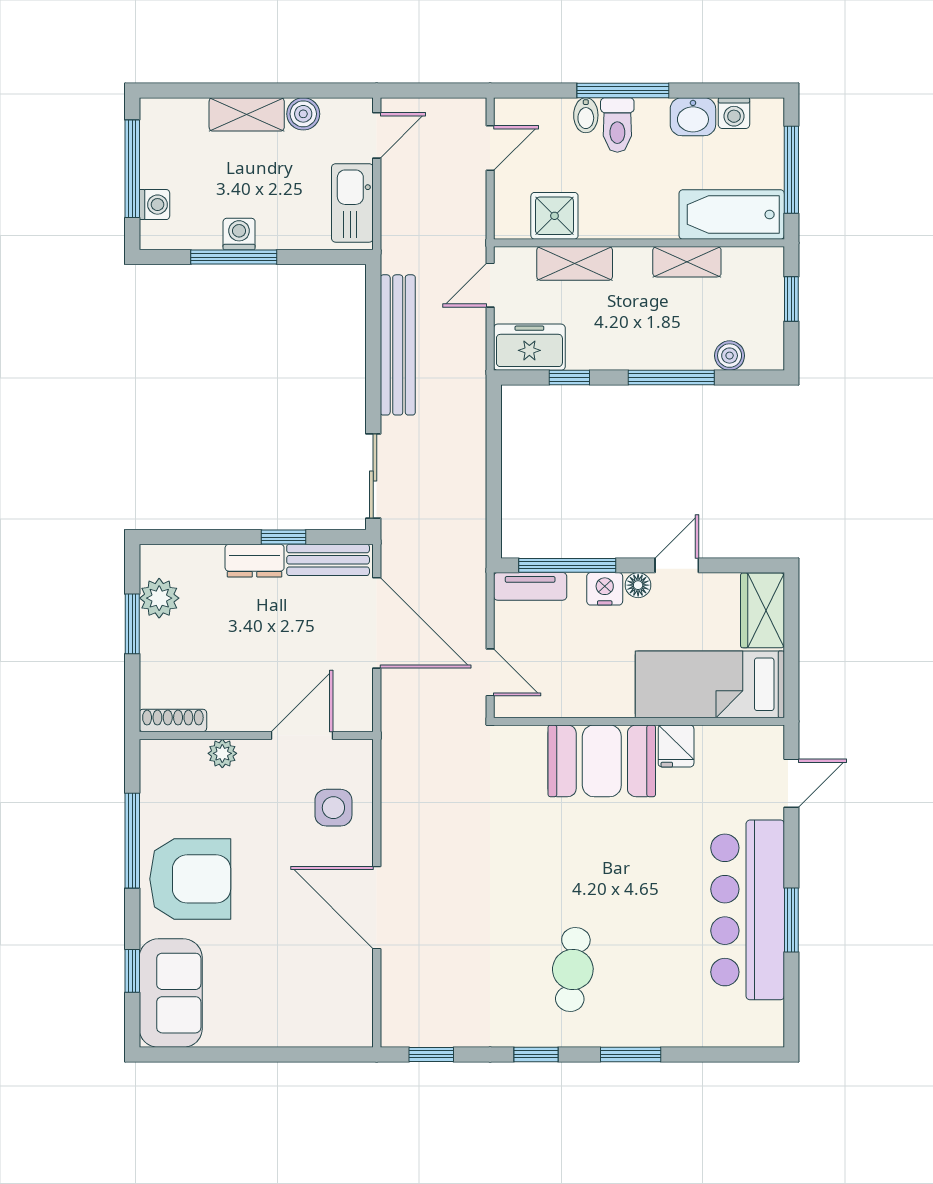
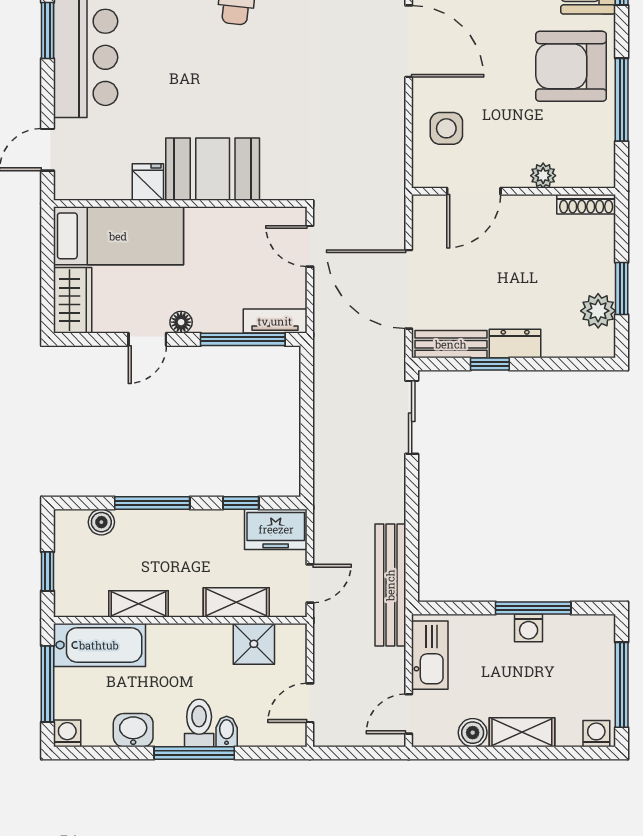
washing machine: (734, 113) -> (67, 733), moved
washing machine: (154, 205) -> (596, 734), moved, turned 90
bench: (398, 345) -> (390, 585), moved
nightstand: (605, 589) -> (210, 319), removed

